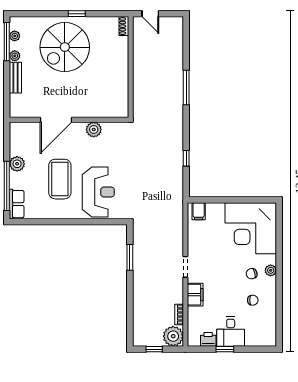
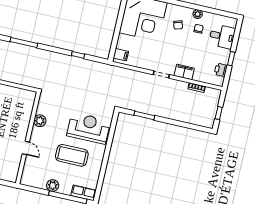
door: (56, 120) -> (26, 148), width x0.53
plant: (271, 270) -> (198, 14), moved
desk: (231, 331) -> (222, 36), moved
plant: (173, 336) -> (212, 96), removed

